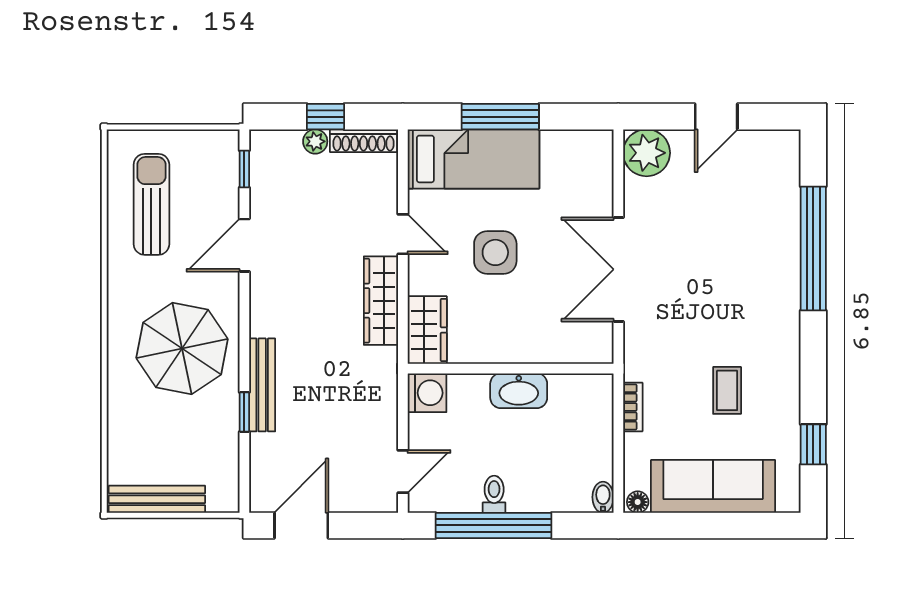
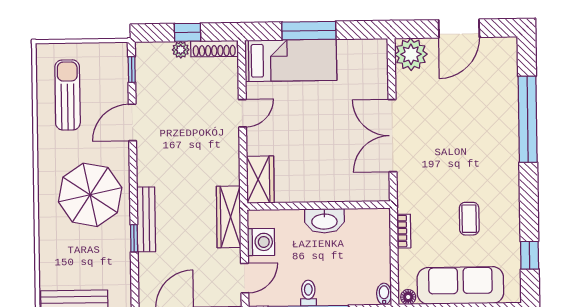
door: (716, 117) -> (459, 29), width x1.38
door: (403, 234) -> (242, 113), hinge flipped
side table: (495, 252) -> (307, 125), removed
wardrobe: (381, 301) -> (229, 217), moved
washing machine: (427, 393) -> (261, 242), moved

